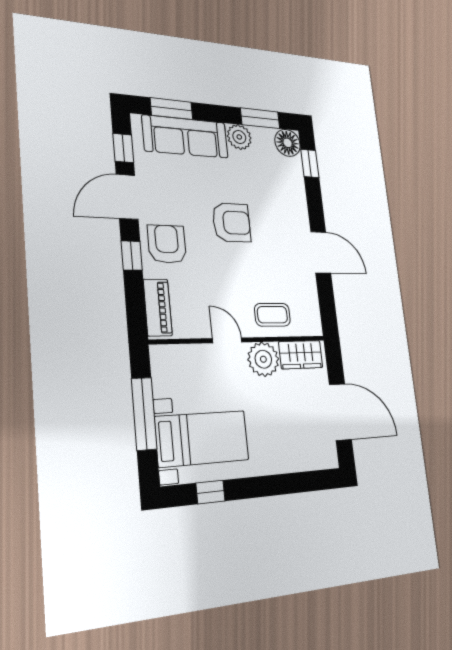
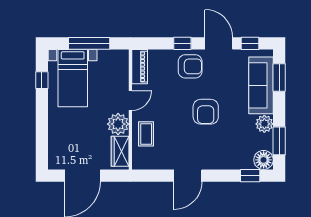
piano: (158, 307) -> (140, 67), moved, turned -90

